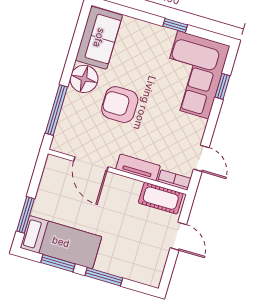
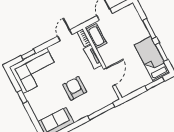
floor lamp: (84, 79) -> (78, 112), removed
armchair: (120, 105) -> (75, 88), turned 180

